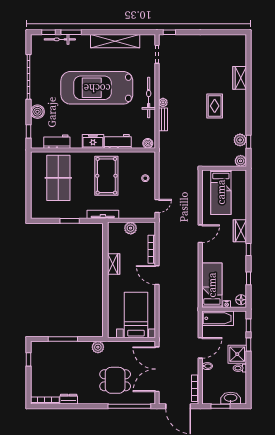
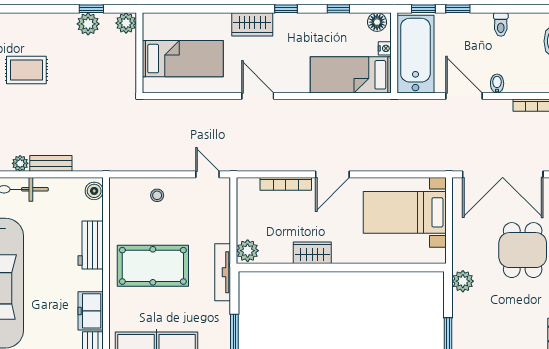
freezer: (93, 141) -> (91, 311), moved
plant: (131, 228) -> (248, 251), moved
bathtub: (218, 318) -> (415, 54), width x1.36, depth x1.36
shower: (237, 354) -> (475, 29), removed

